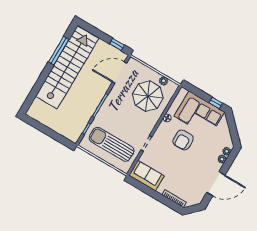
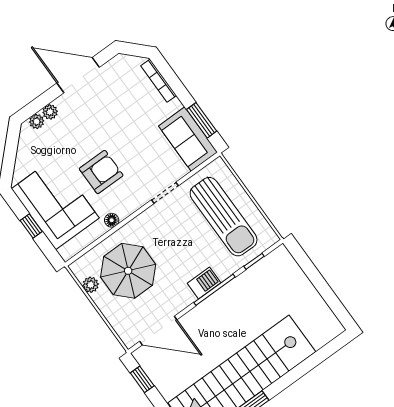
window: (216, 103) -> (31, 226), moved
barbecue: (107, 107) -> (204, 283), added
window: (144, 188) -> (202, 120), added

